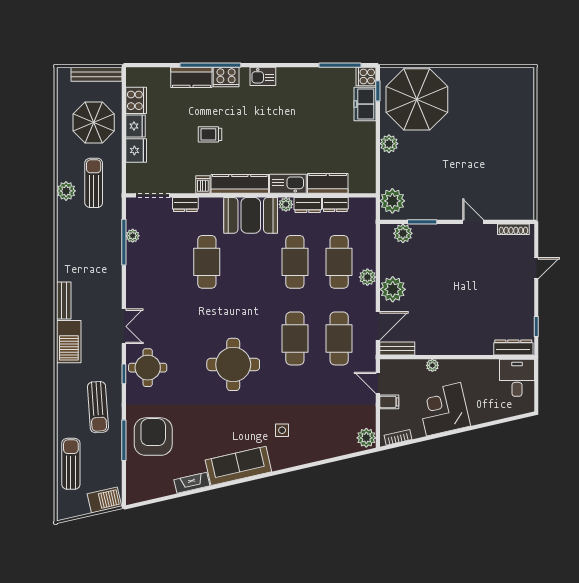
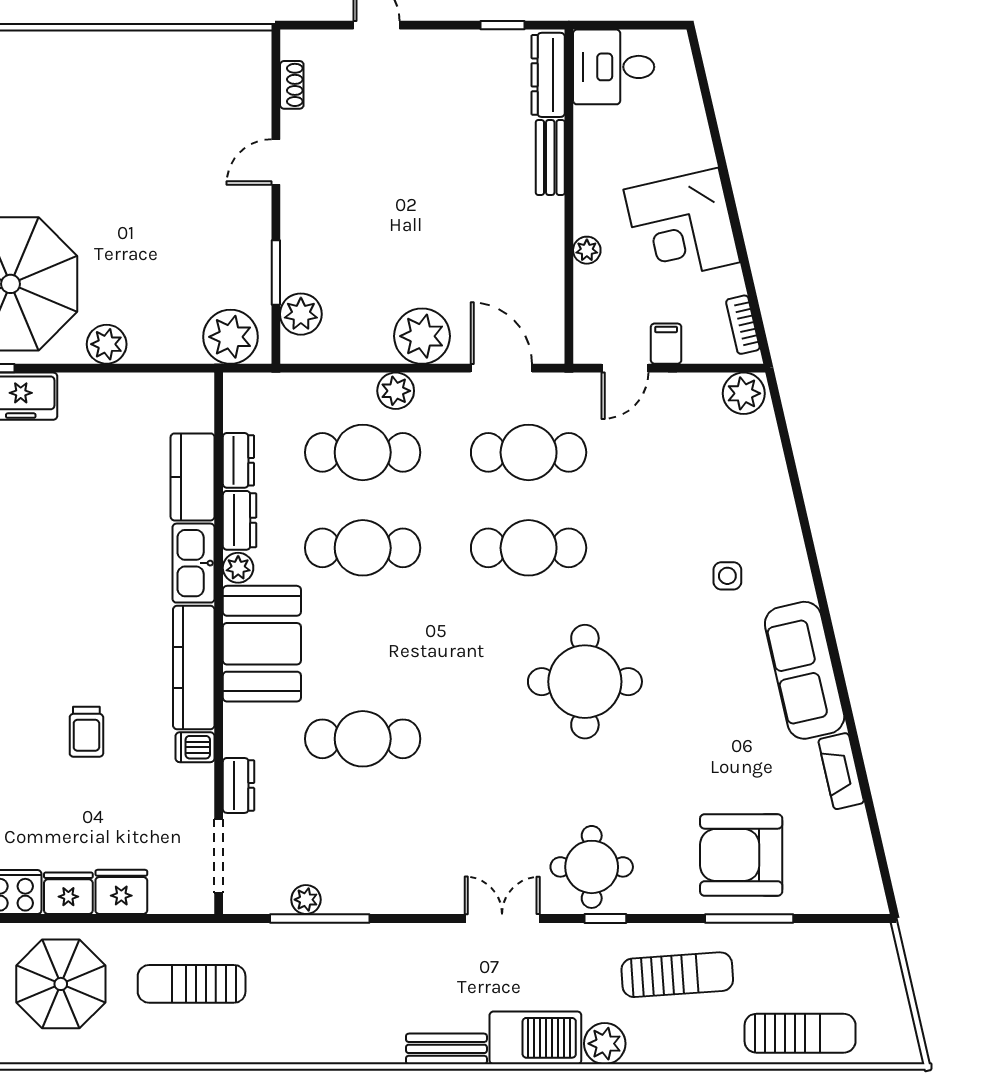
plant: (66, 191) -> (605, 1044), moved
shoe rack: (513, 229) -> (292, 85), width x0.70
bench: (397, 348) -> (550, 157), moved
sun lounger: (71, 464) -> (800, 1033), turned 180
barbecue: (104, 500) -> (878, 961), removed

